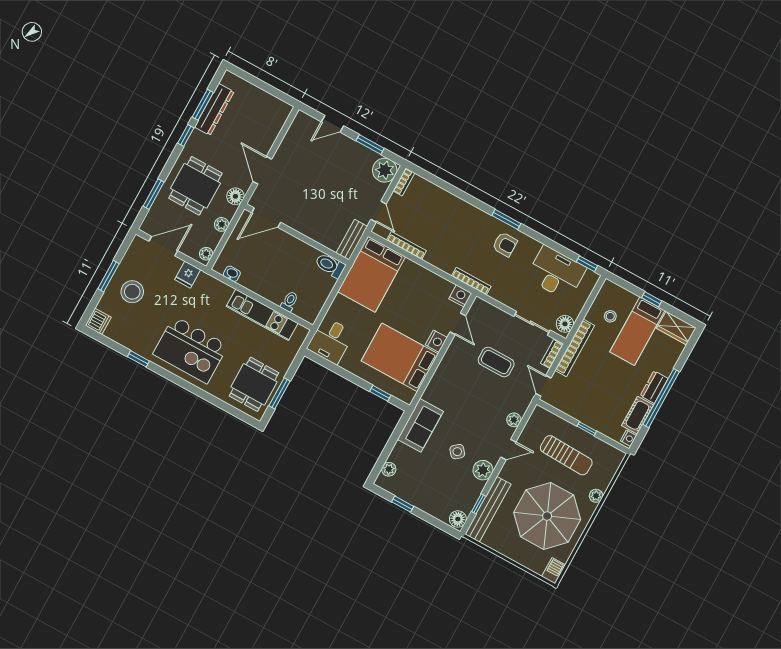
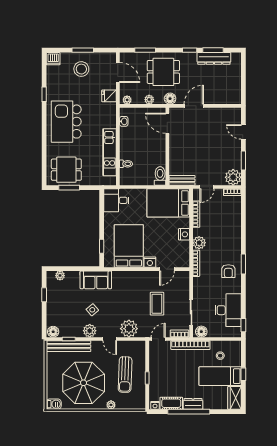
plant: (446, 262) -> (199, 243), added
nightstand: (460, 296) -> (184, 234), moved
plant: (514, 420) -> (129, 329), width x1.87, depth x1.87

